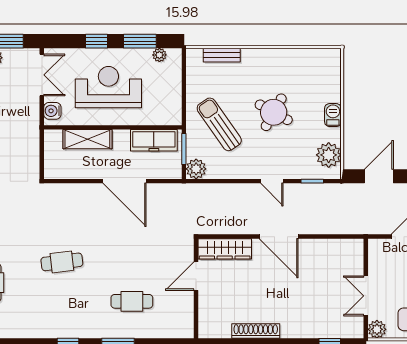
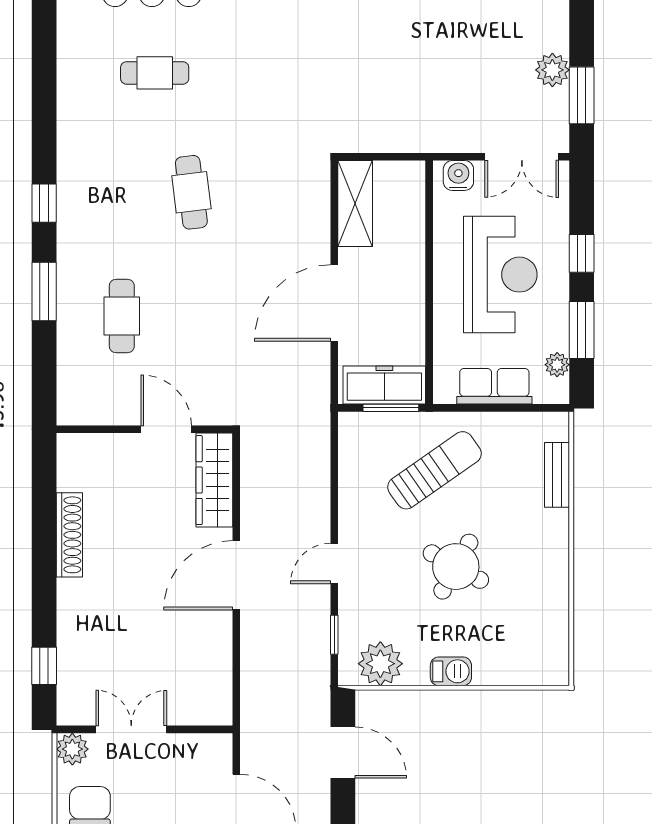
row of seats: (172, 91) -> (494, 386), added
shelving: (87, 139) -> (355, 204), moved
freezer: (154, 140) -> (384, 385), moved, turned 90
plant: (196, 169) -> (356, 429), removed

